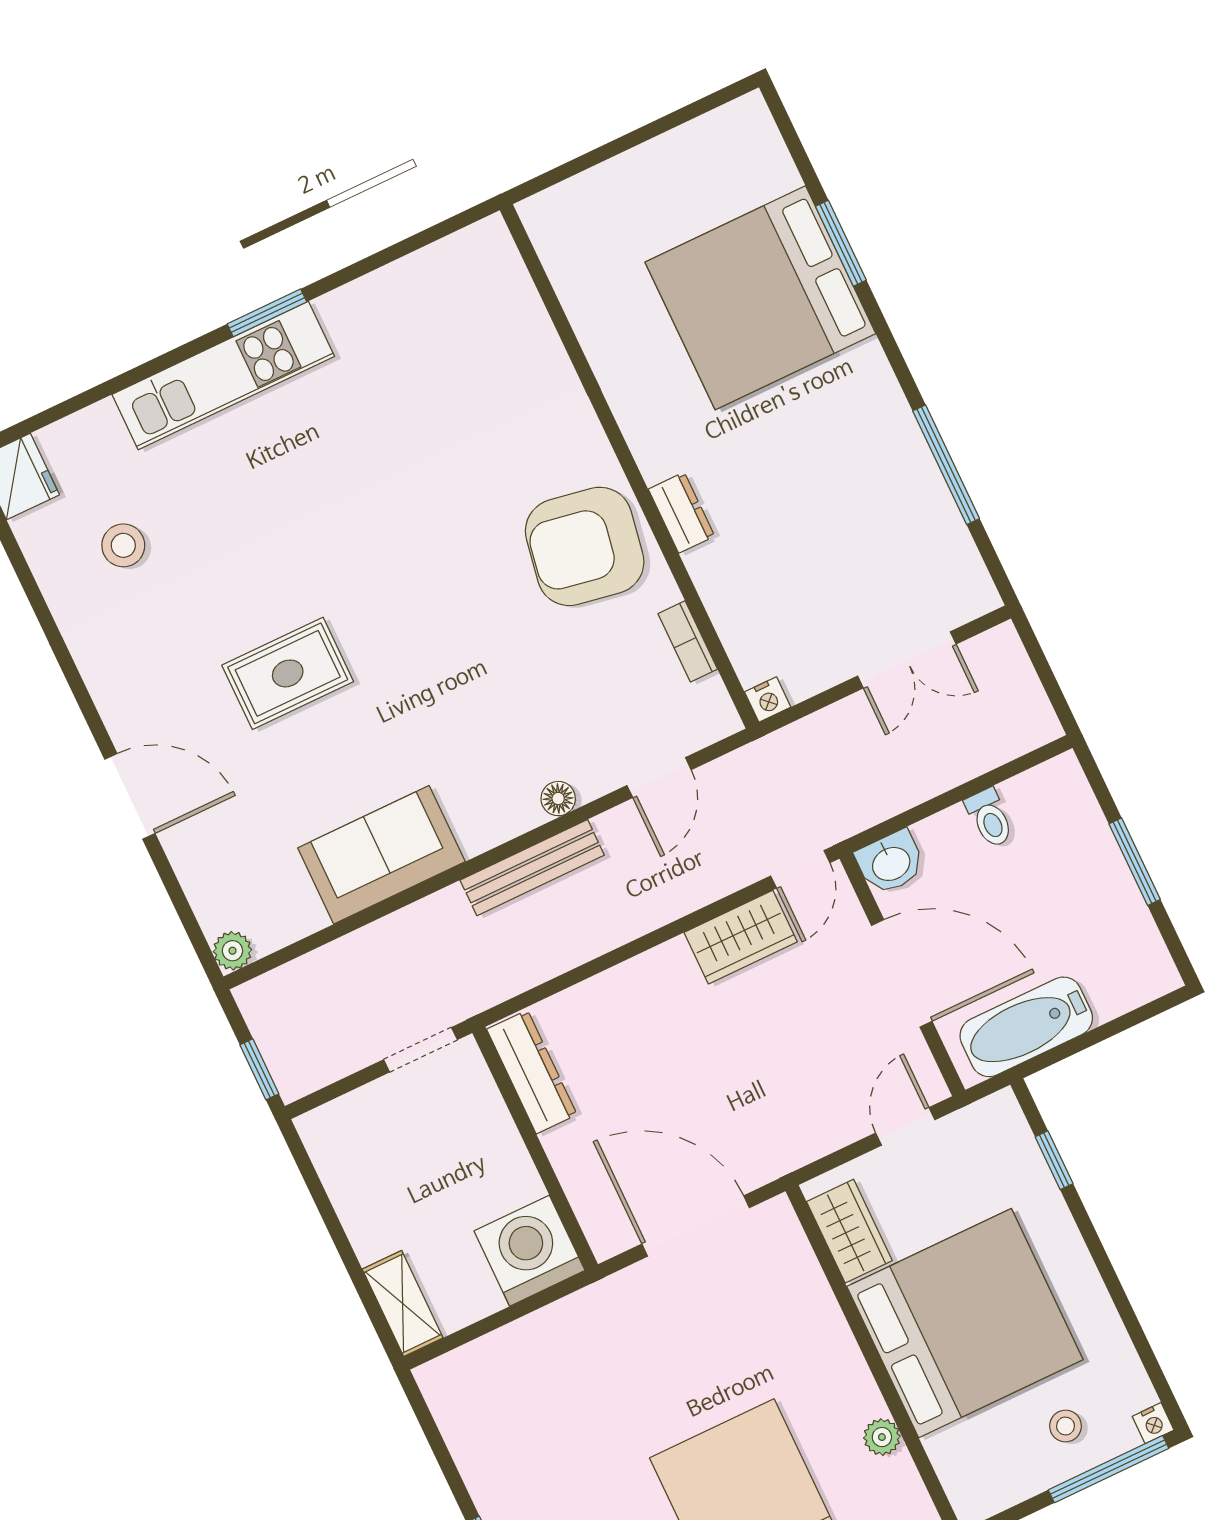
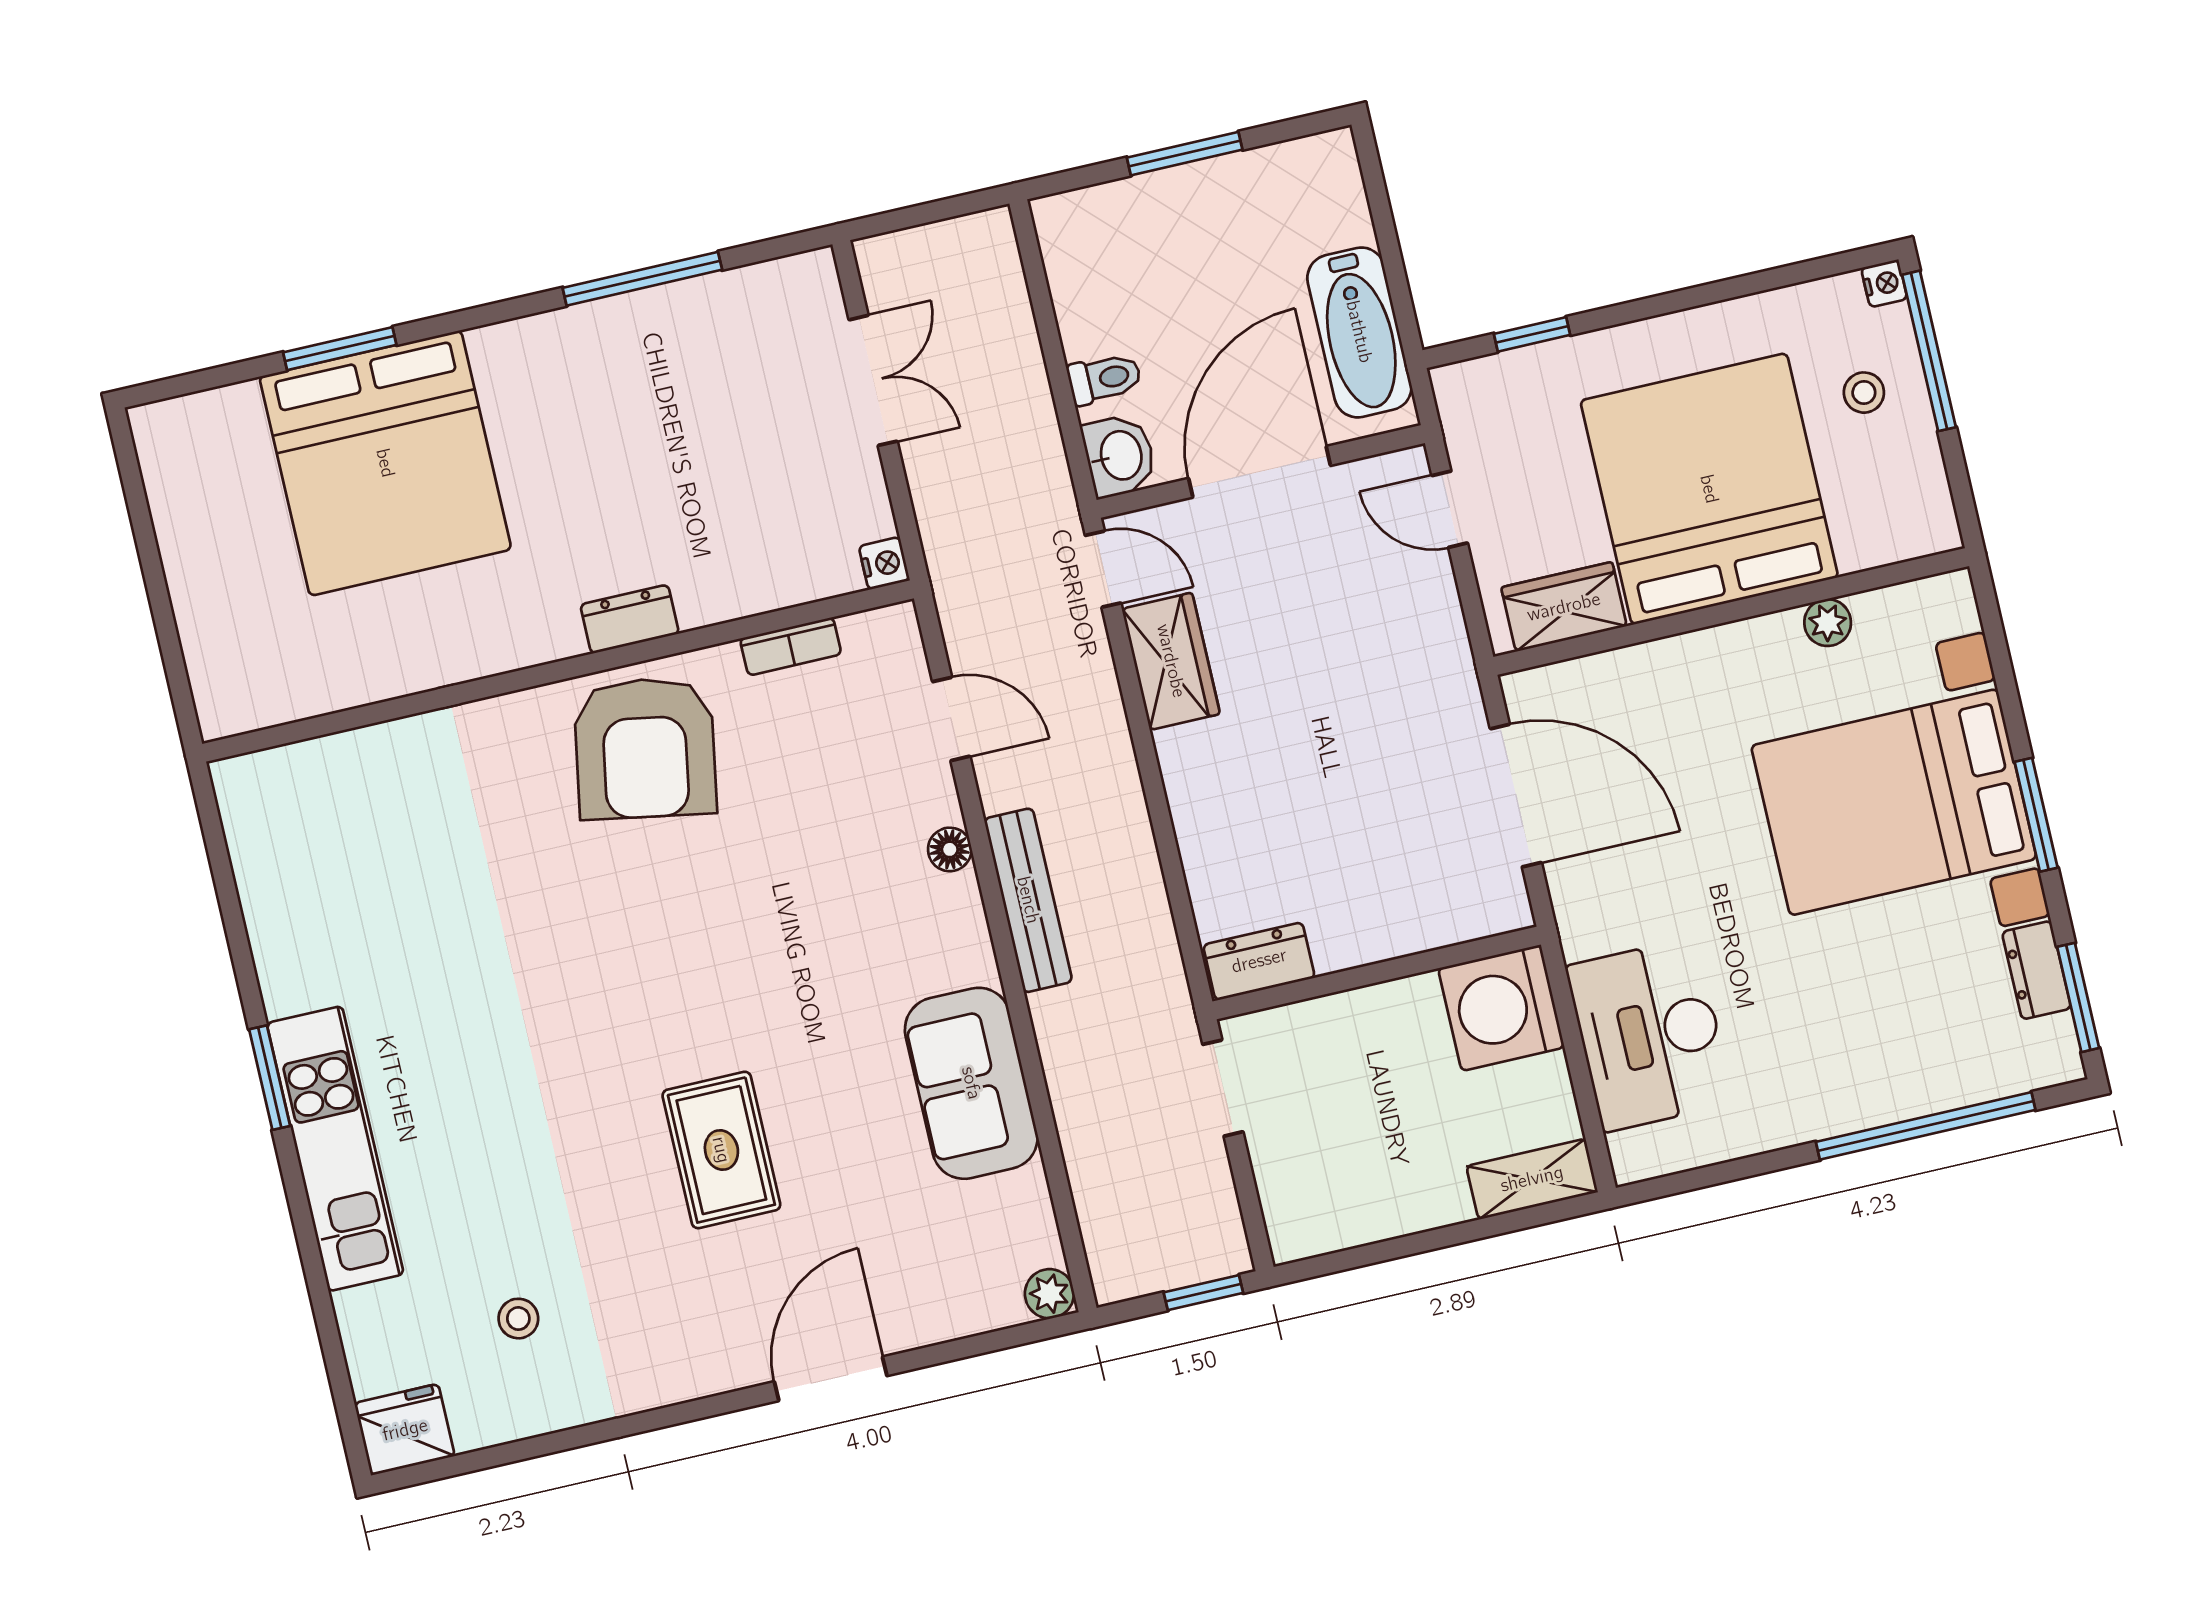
stool: (123, 545) -> (518, 1319), width x0.73, depth x0.73
toilet: (990, 818) -> (1104, 379), moved
dresser: (532, 1072) -> (1259, 961), width x0.70
door: (696, 1226) -> (1516, 796), swing flipped
desk: (534, 1370) -> (1650, 1035), added

